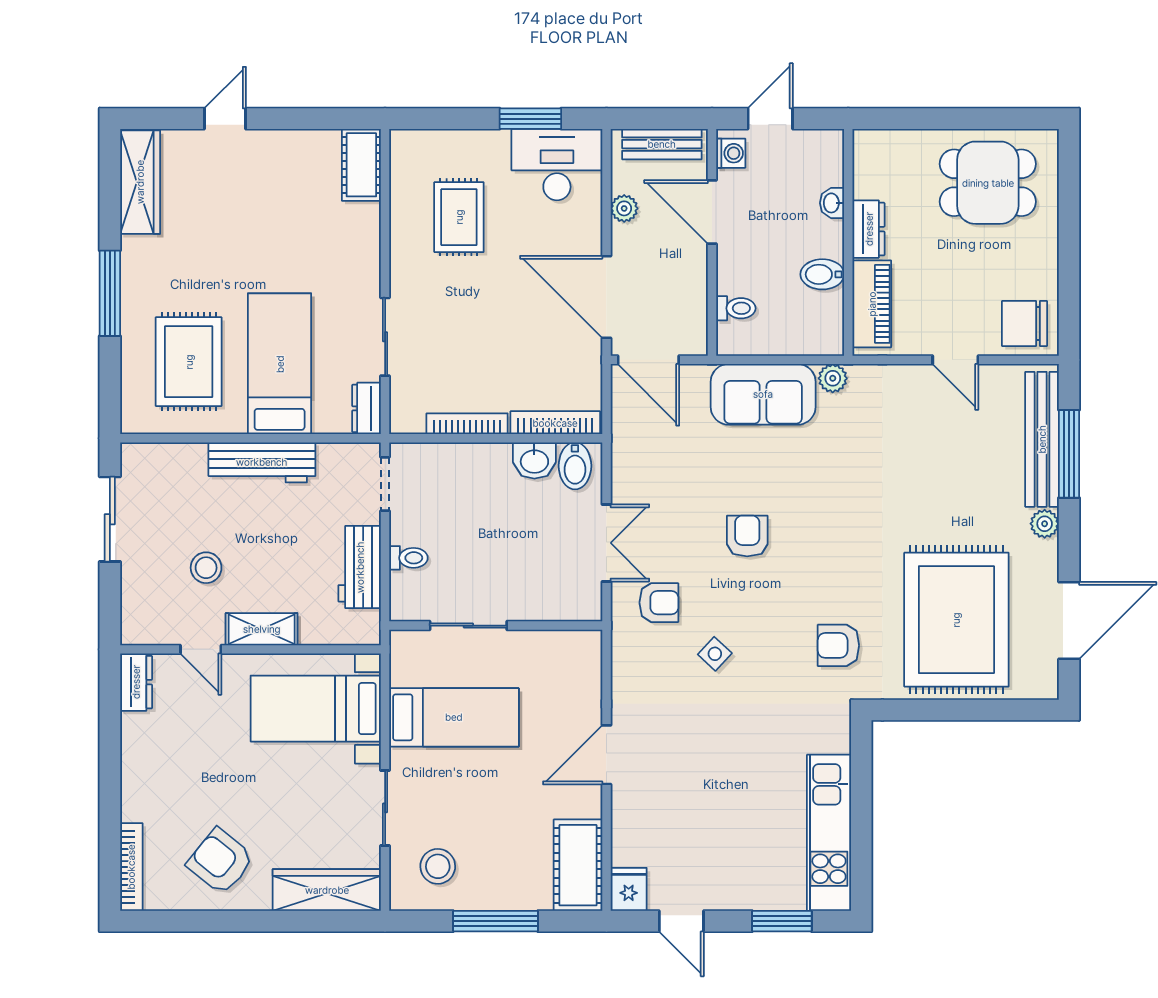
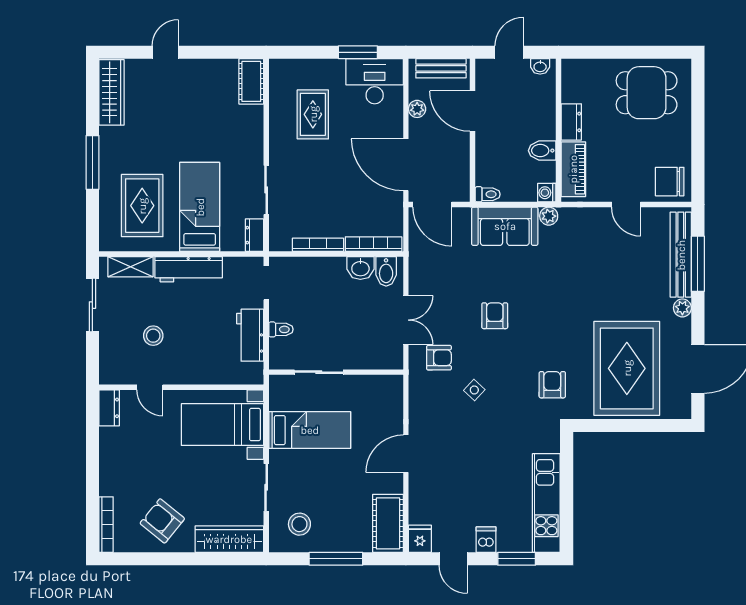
washing machine: (731, 153) -> (547, 193), moved, turned 180
washbasin: (832, 203) -> (540, 66), moved, turned -90
toilet: (736, 308) -> (488, 194), moved
shelving: (262, 629) -> (130, 267), moved
armchair: (838, 645) -> (552, 385), turned 90
dishwasher: (734, 891) -> (486, 540), added

